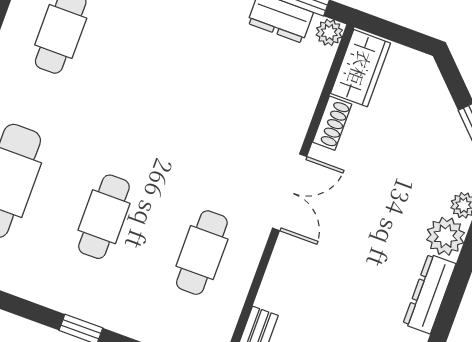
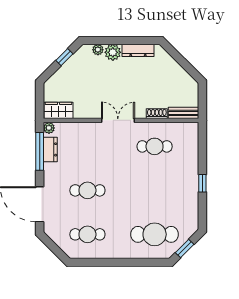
shoe rack: (332, 123) -> (157, 114), moved
cafe table: (104, 217) -> (87, 190), moved

